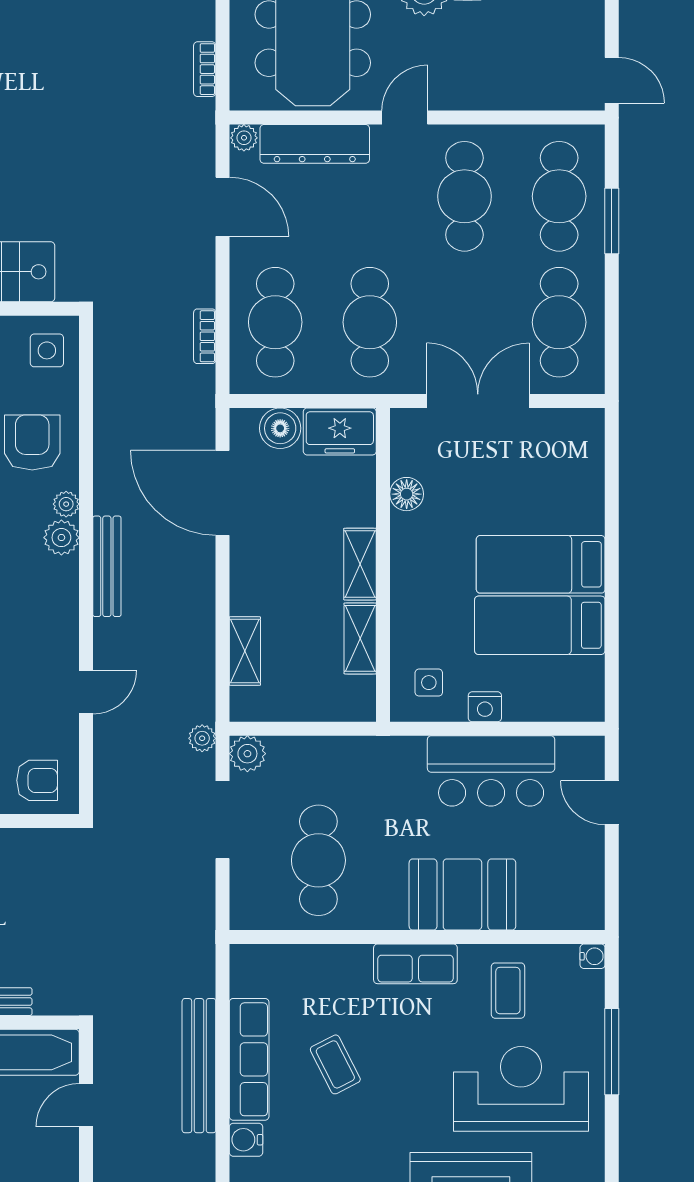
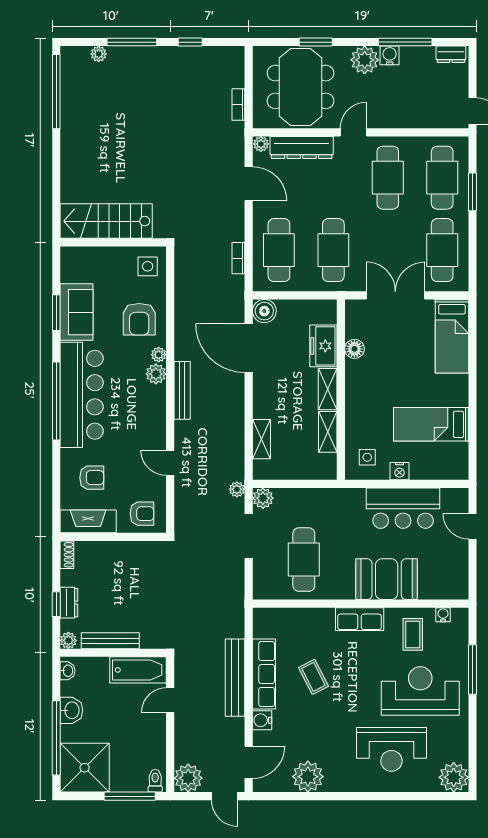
boiler: (280, 428) -> (264, 311), moved
freezer: (340, 431) -> (323, 346), moved, turned 90
armchair: (32, 442) -> (139, 319), turned 180
bed: (541, 564) -> (452, 336), moved, turned -90
door: (86, 692) -> (170, 463), swing flipped
water cooler: (593, 956) -> (443, 615), moved, turned -90

